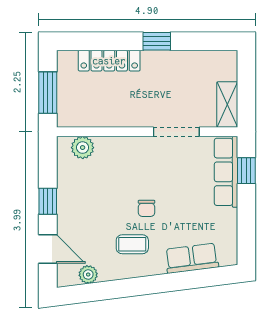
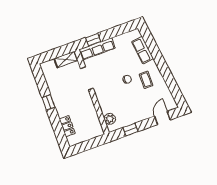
locker: (109, 61) -> (67, 126), width x0.66
window: (48, 93) -> (90, 144), removed
window: (48, 201) -> (130, 130), moved
plant: (88, 275) -> (167, 95), removed

